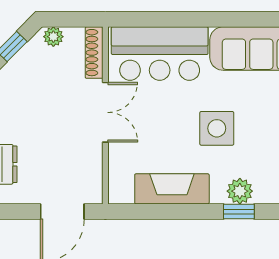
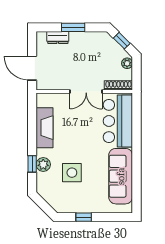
side table: (217, 128) -> (72, 173), moved

